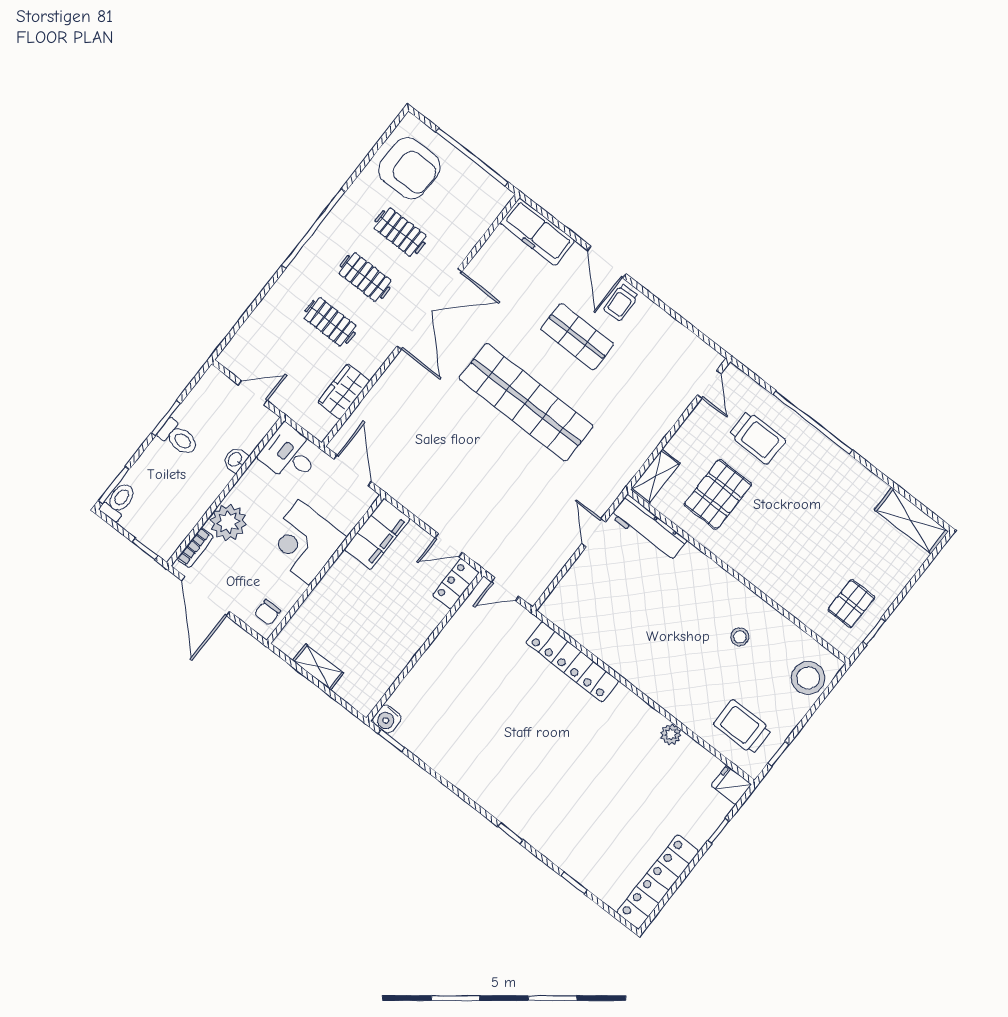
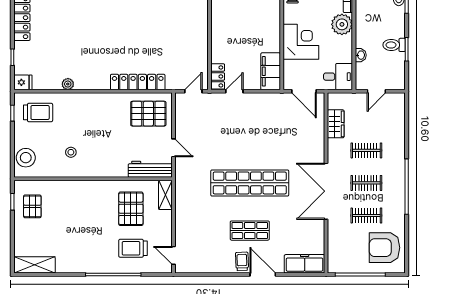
pallet: (591, 607) -> (148, 114), added

